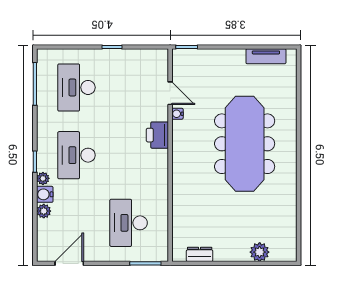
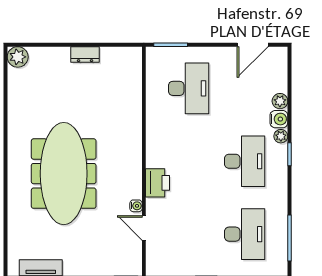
plant: (260, 252) -> (18, 57), moved
dresser: (200, 254) -> (85, 54), moved

